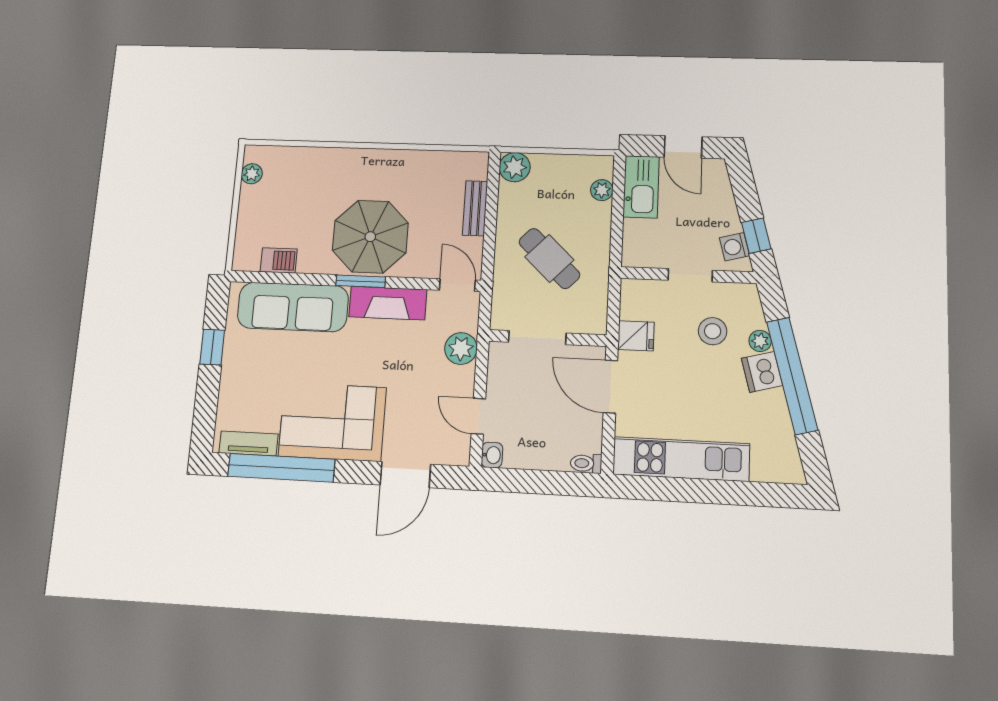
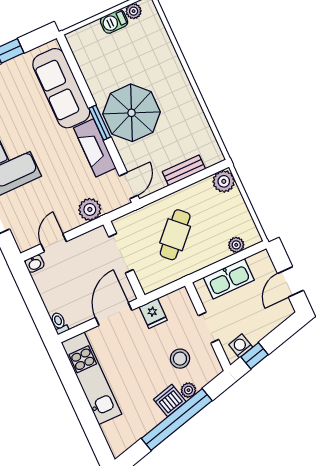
kitchen sink: (641, 187) -> (229, 279), moved
barbecue: (279, 260) -> (114, 21), moved, turned 90

